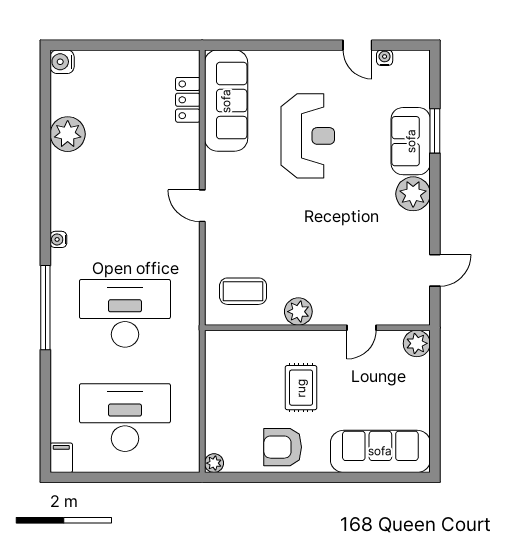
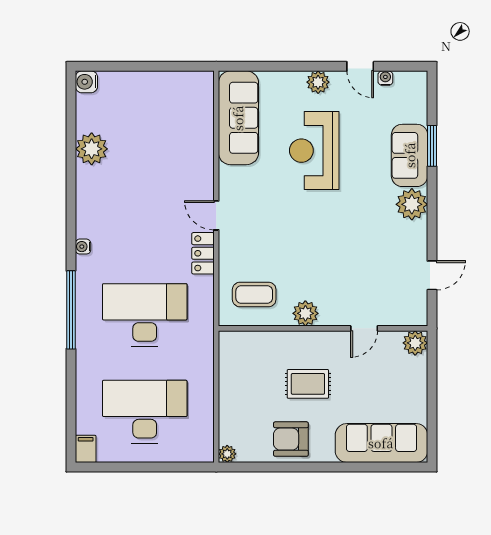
plant: (312, 62) -> (318, 82), added
locker: (188, 100) -> (203, 253), moved
reception desk: (308, 136) -> (314, 151), turned 180
rug: (301, 388) -> (308, 384), turned 90

